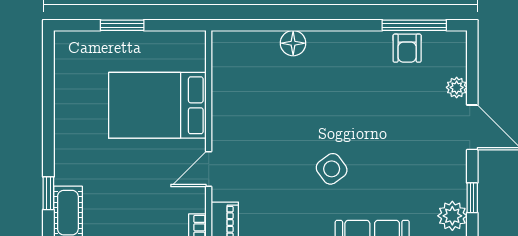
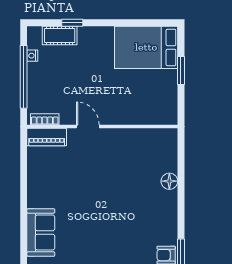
bed: (157, 105) -> (146, 47), moved, turned -90
side table: (332, 169) -> (88, 206), removed

